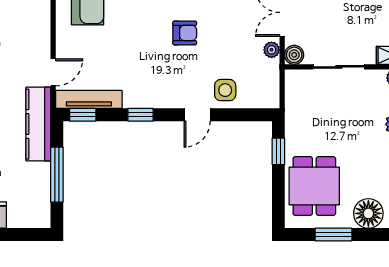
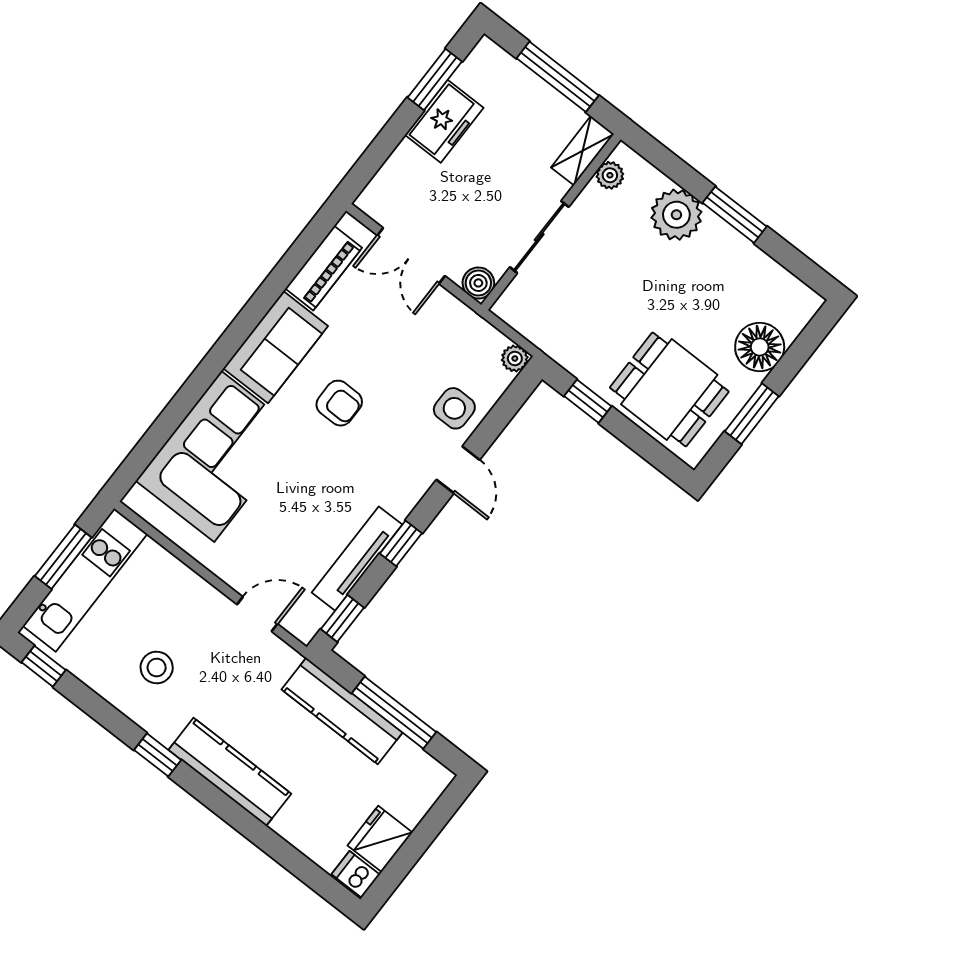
armchair: (185, 33) -> (339, 403), turned 90
plant: (272, 50) -> (515, 359), moved
door: (53, 72) -> (257, 614), hinge flipped
tv unit: (89, 99) -> (357, 559), moved
kitchen counter: (38, 124) -> (342, 711), moved

